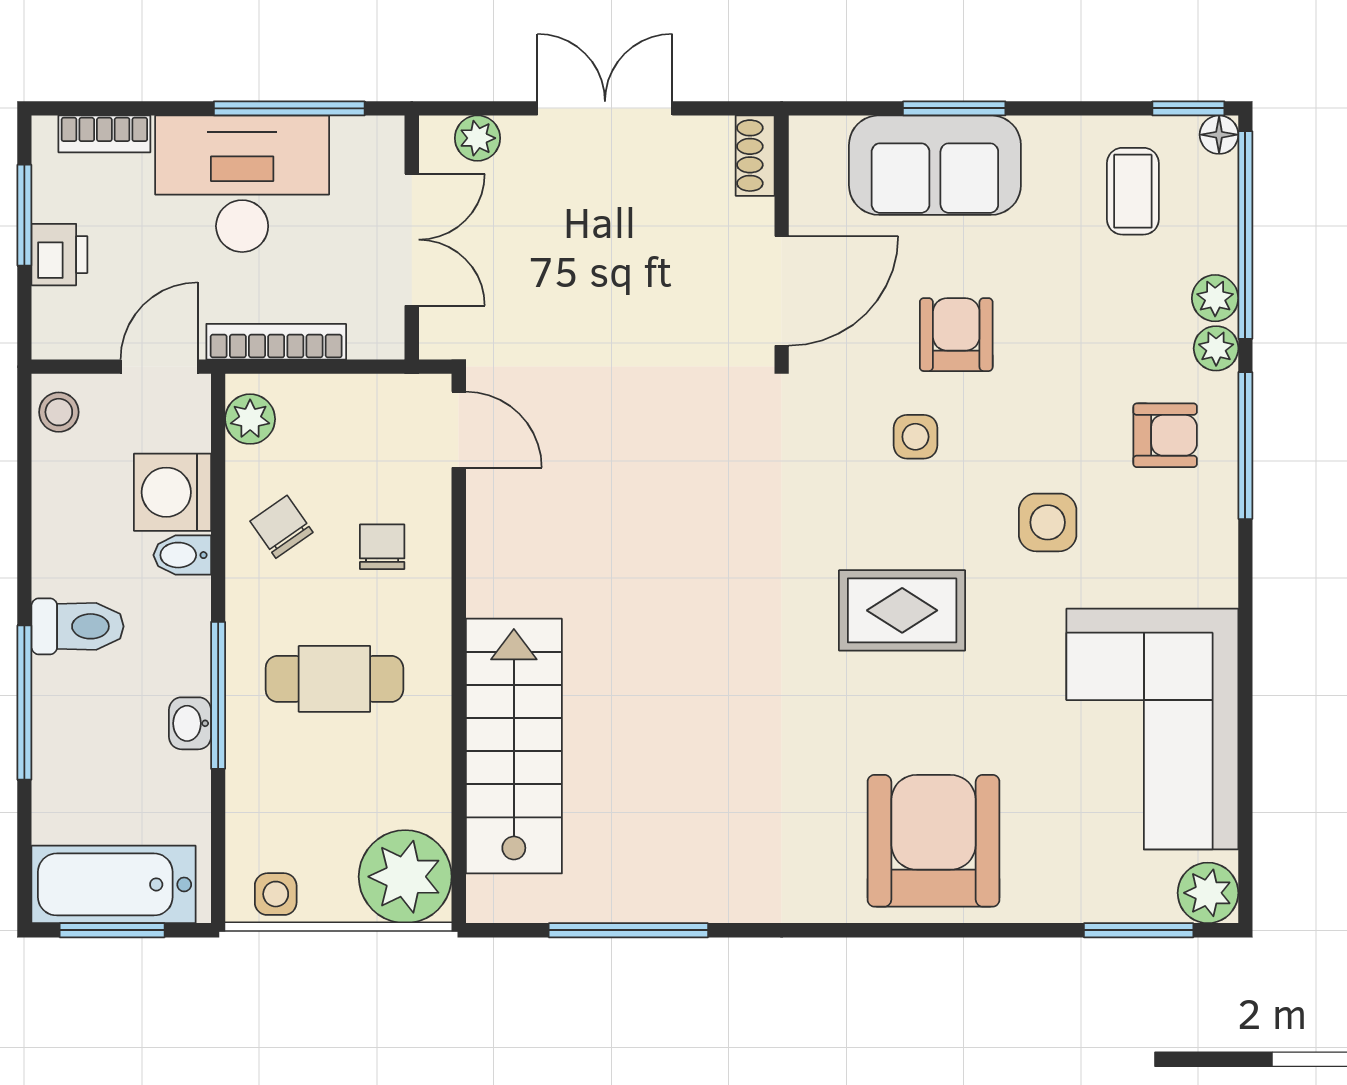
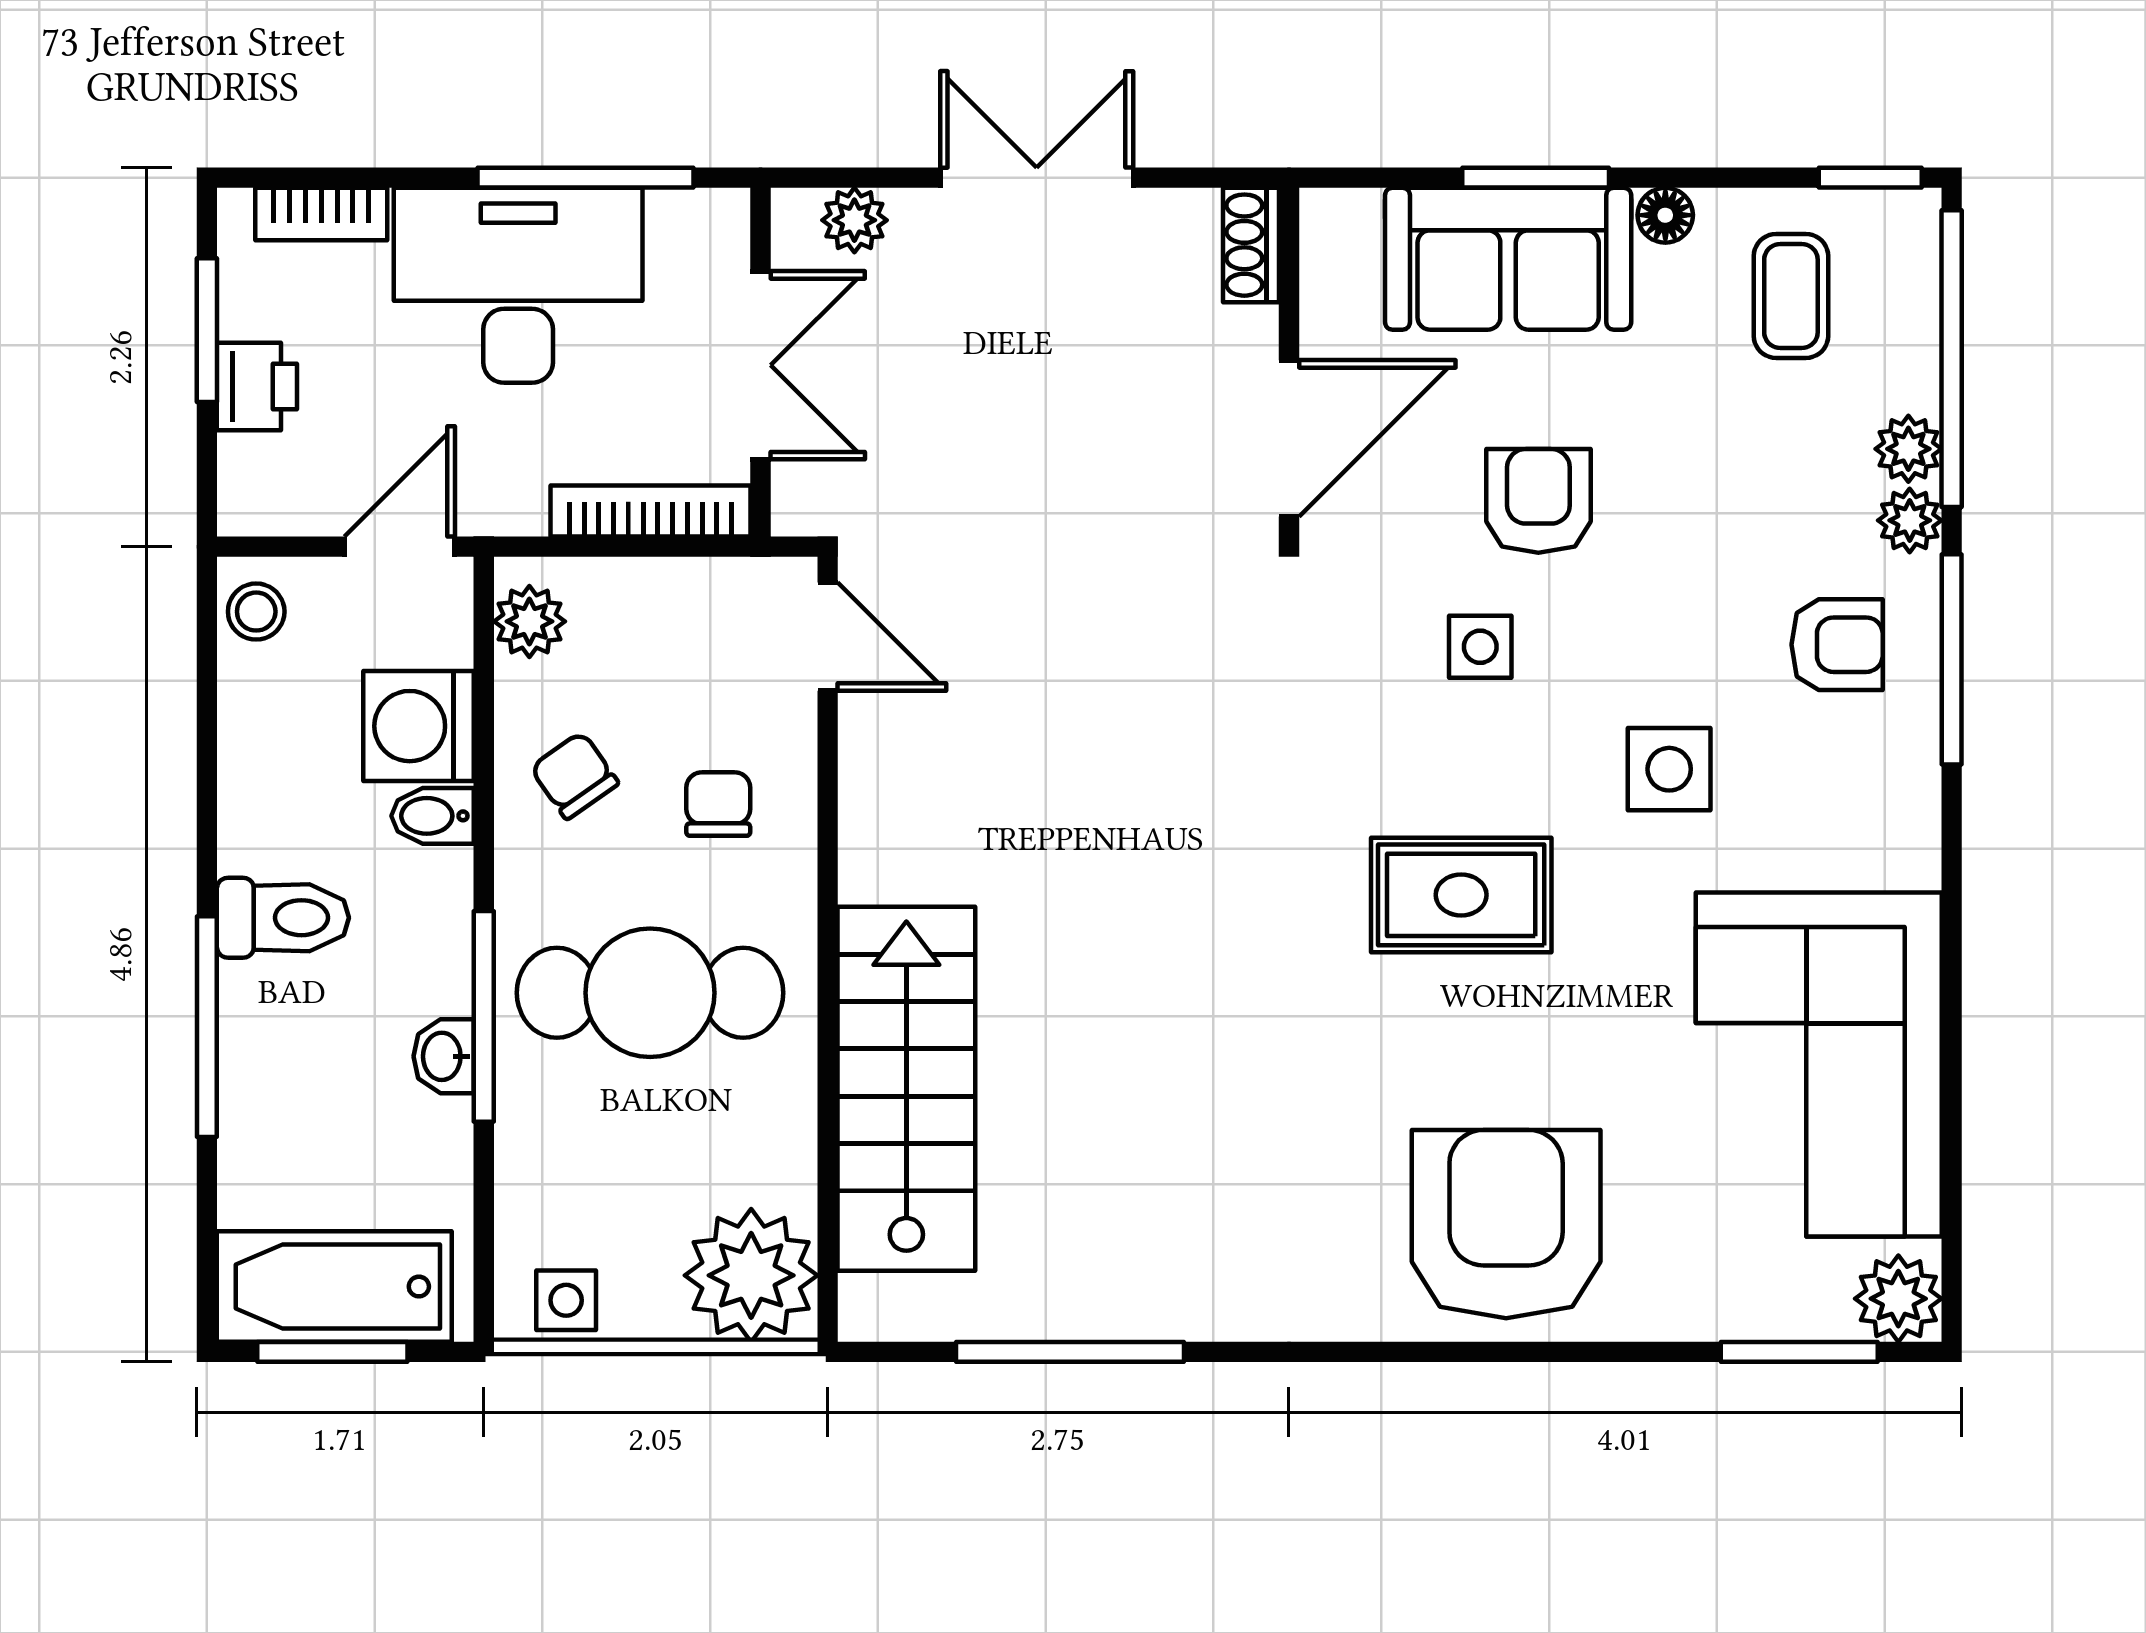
floor lamp: (1219, 135) -> (1665, 215), moved
bookcase: (276, 342) -> (651, 511), moved
cafe table: (334, 679) -> (650, 993), width x1.37, depth x1.35

